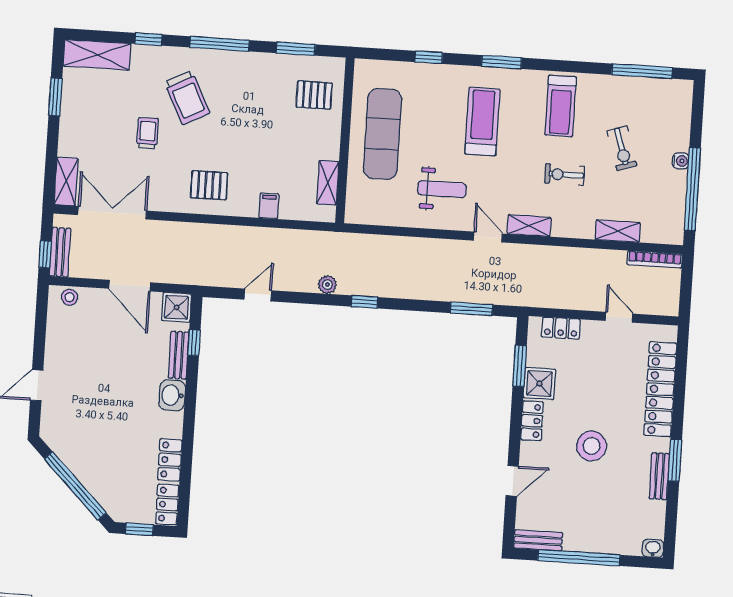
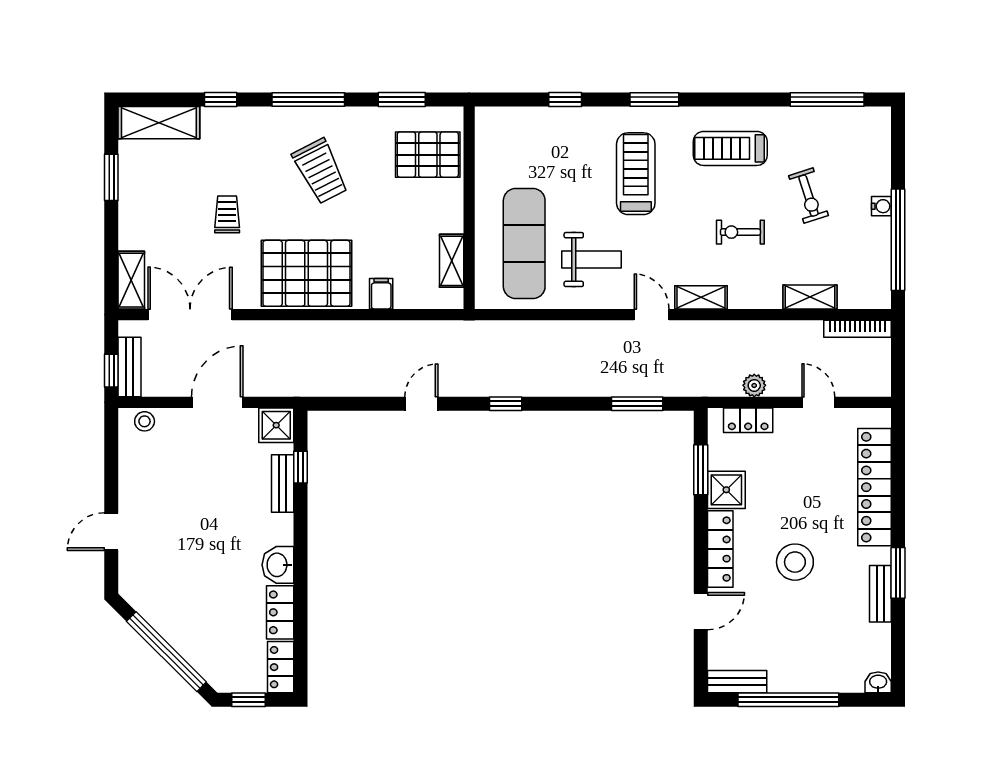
pallet: (314, 95) -> (428, 155), width x1.50, depth x1.42
trolley: (187, 98) -> (320, 171), moved
treadmill: (561, 106) -> (730, 148), turned 90
exercise mat: (383, 134) -> (524, 244), moved
pallet: (209, 185) -> (306, 273), width x2.05, depth x2.00
plant: (327, 285) -> (754, 385), moved
door: (130, 286) -> (217, 402), swing flipped
door: (258, 295) -> (421, 404), moved
washbasin: (172, 395) -> (278, 565), moved
locker: (532, 421) -> (720, 549), width x1.53

